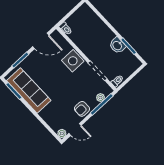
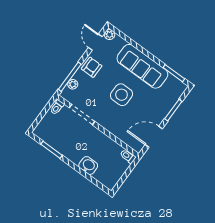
washbasin: (117, 45) -> (88, 166), moved
side table: (73, 61) -> (122, 95), moved
sofa: (29, 90) -> (142, 66), moved
door: (75, 129) -> (95, 42), hinge flipped

